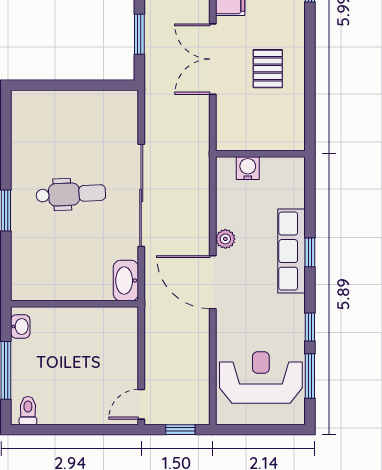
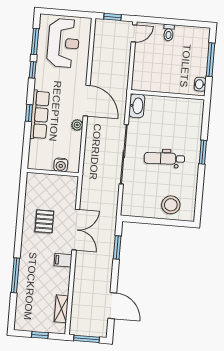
stool: (53, 115) -> (171, 205), added
reception desk: (261, 378) -> (63, 43), turned -90
toilet: (28, 411) -> (169, 33), moved

